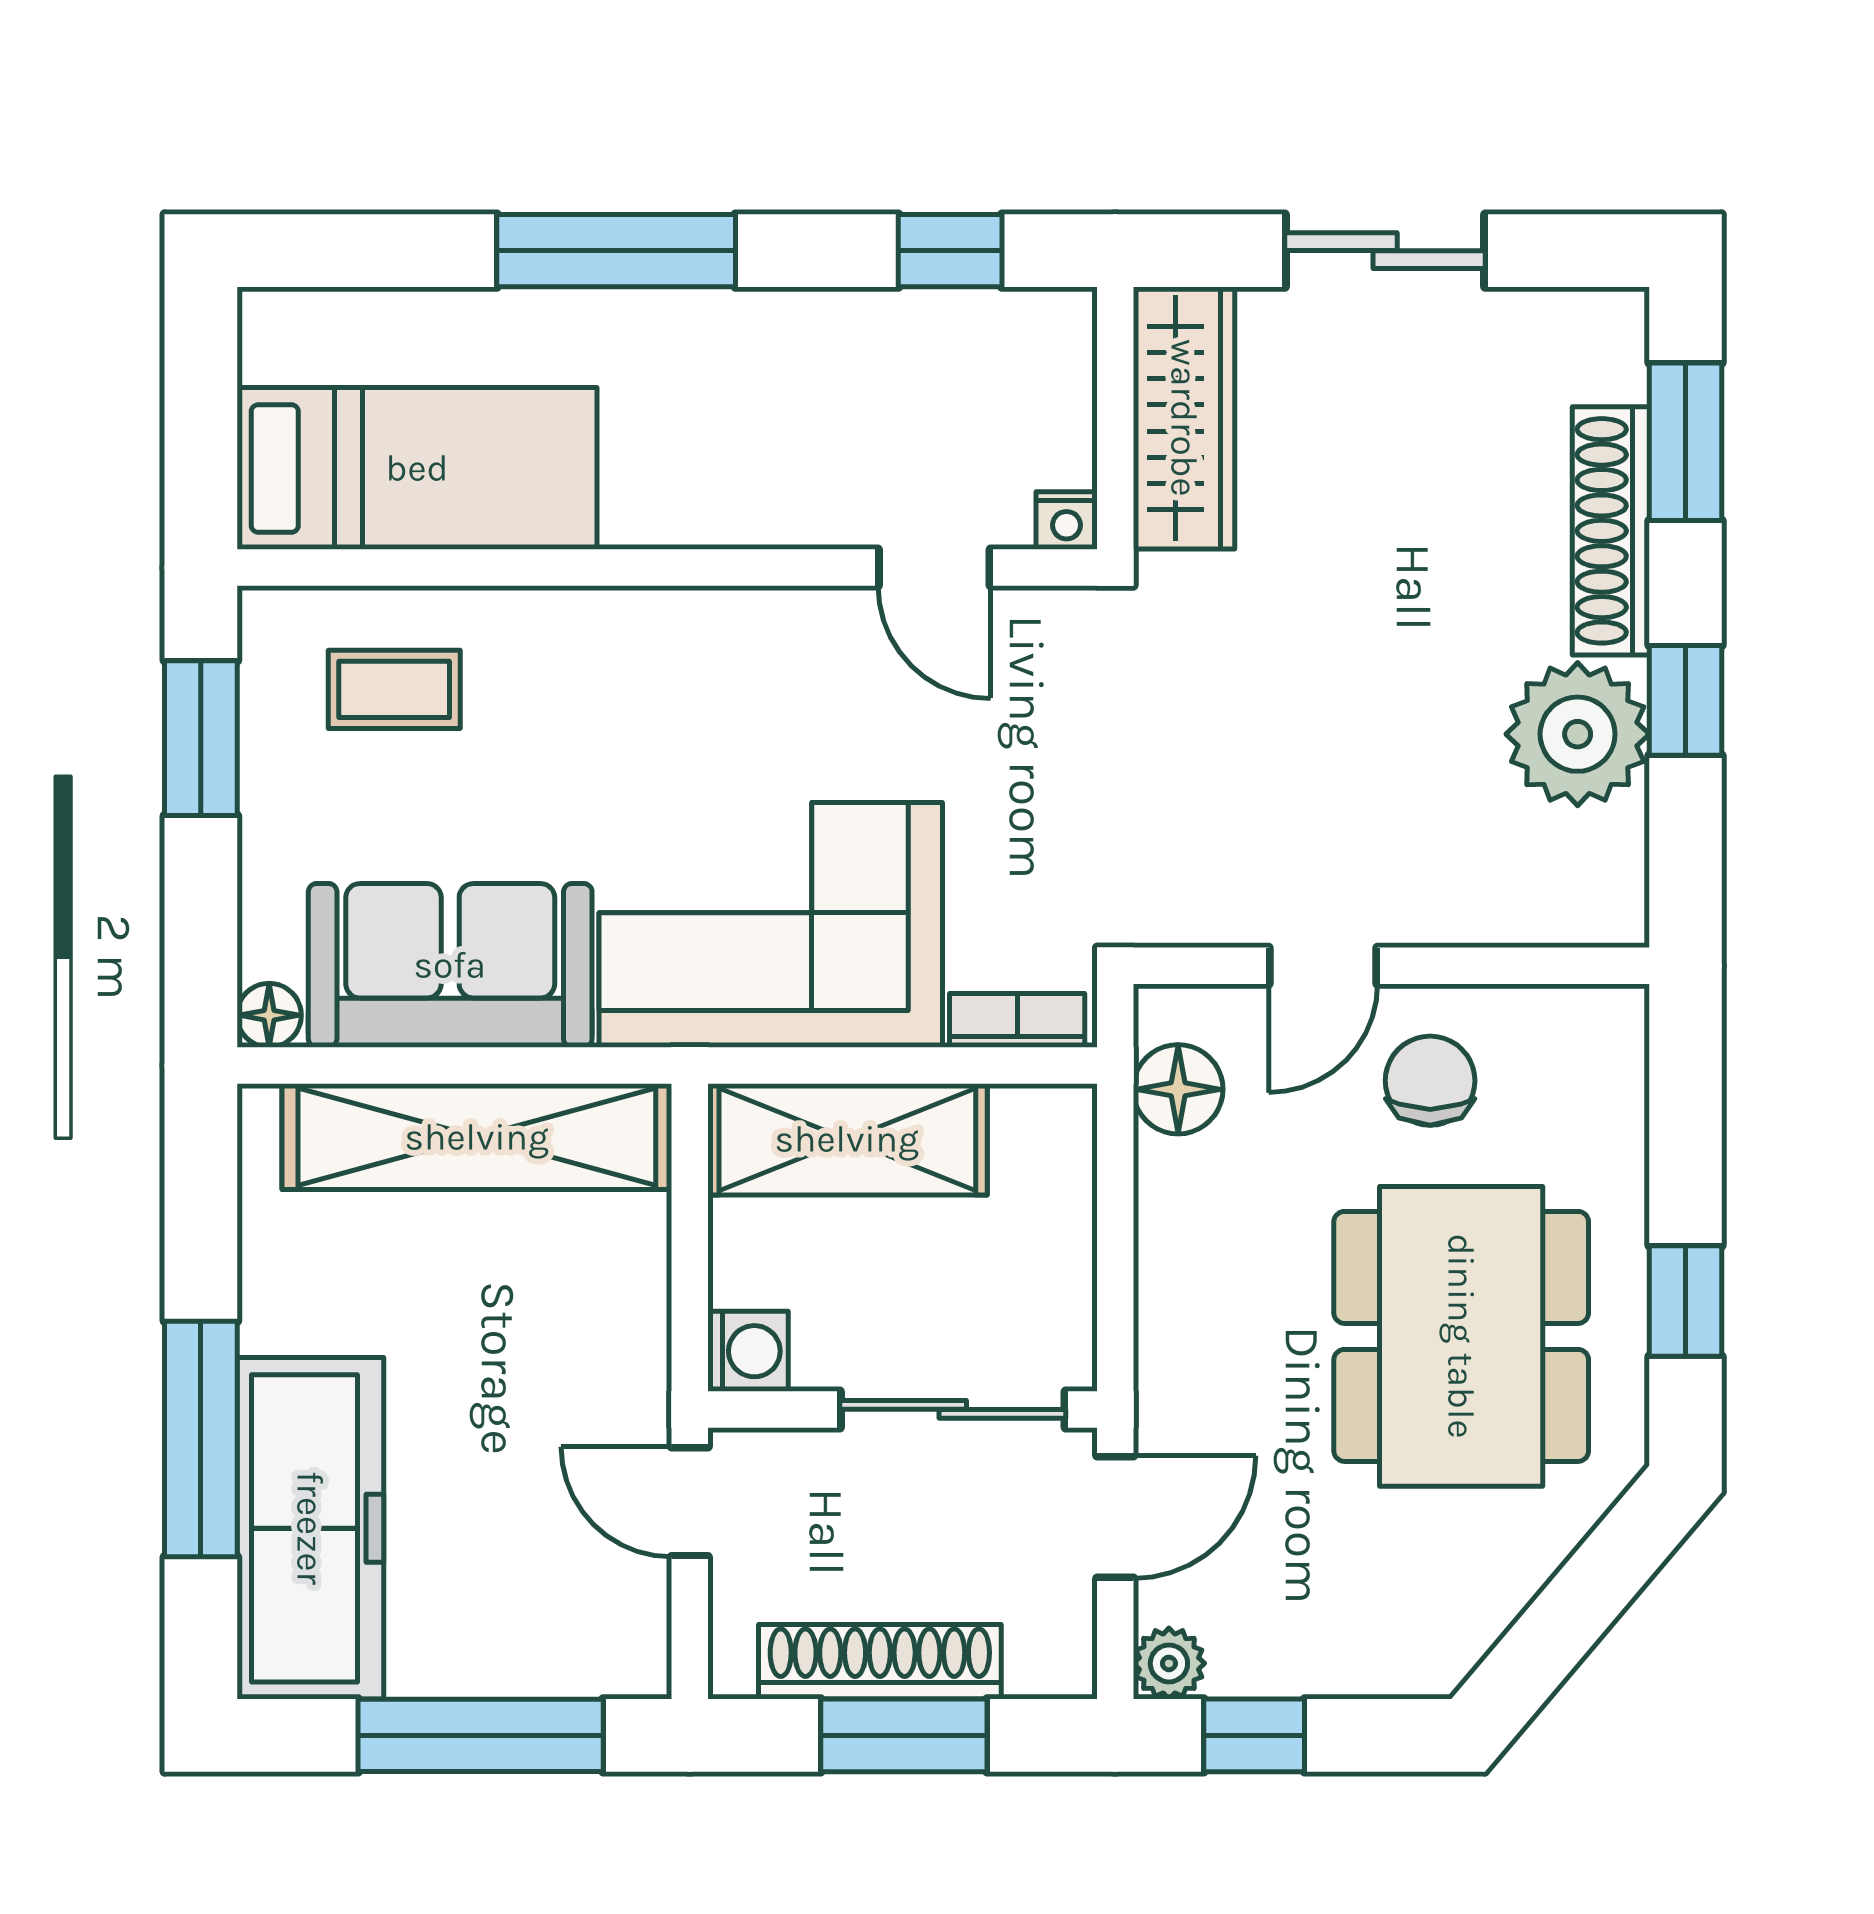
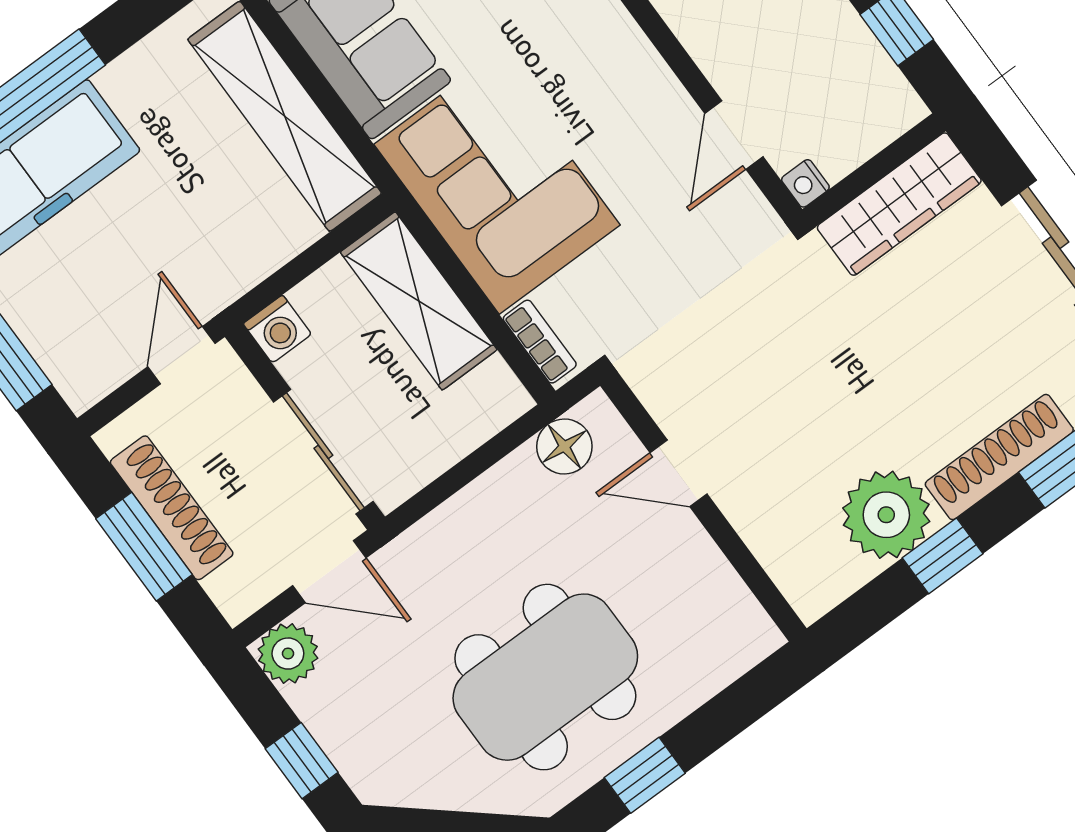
chair: (1430, 1081) -> (661, 568), removed
plant: (1169, 1663) -> (288, 654), width x1.38, depth x1.38
window: (1254, 1735) -> (302, 761), moved

